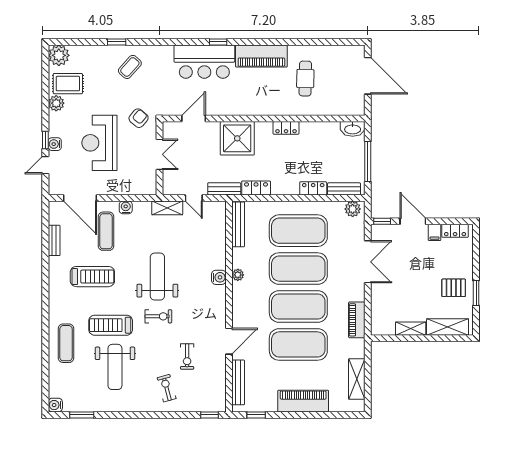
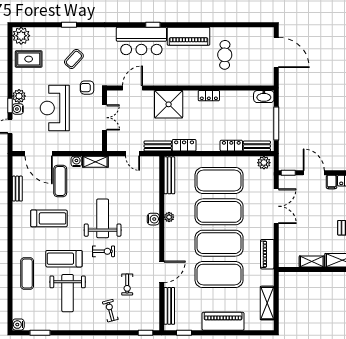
coffee table: (130, 67) -> (74, 59), moved
plant: (56, 103) -> (19, 96), moved
armchair: (139, 118) -> (87, 88), turned -130
shelving: (167, 208) -> (95, 162), moved

